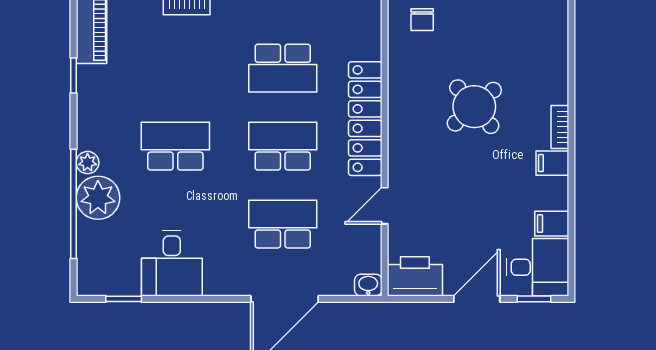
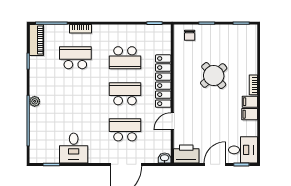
school desk: (175, 146) -> (75, 58), moved
plant: (98, 198) -> (39, 118), removed
filing cabinet: (552, 224) -> (250, 114), moved

